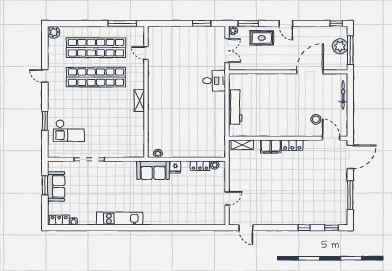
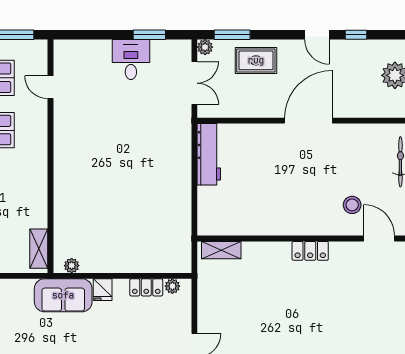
door: (286, 23) -> (317, 35), moved
window: (336, 23) -> (356, 35), moved
door: (310, 72) -> (309, 121), moved
desk: (214, 81) -> (131, 59), moved, turned -90
shelving: (139, 101) -> (39, 249), moved
workbench: (235, 107) -> (209, 154), moved
filing cabinet: (271, 146) -> (272, 253), removed

